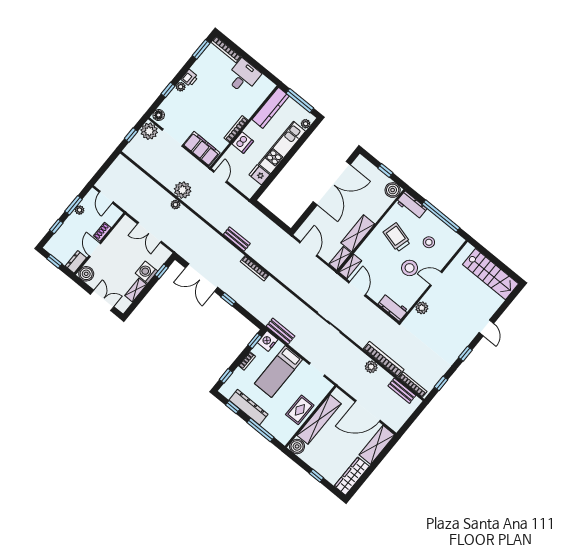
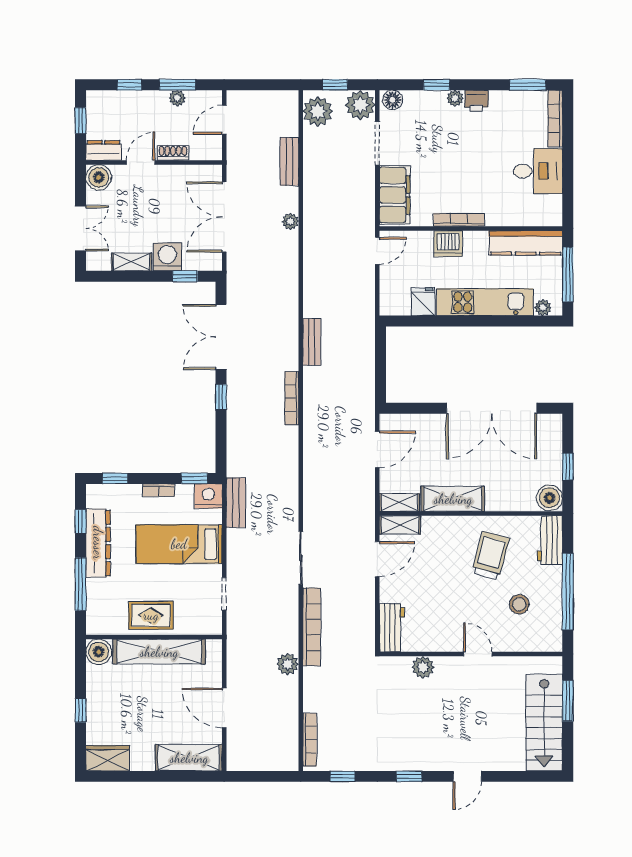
plant: (183, 190) -> (318, 111), moved
double door: (149, 232) -> (224, 217), width x1.37
window: (489, 256) -> (568, 701), added
stool: (410, 268) -> (463, 607), removed
bookcase: (384, 359) -> (312, 627), moved
bench: (402, 391) -> (289, 161), moved
door: (368, 411) -> (224, 708), width x0.73
wardrobe: (352, 476) -> (108, 758), width x0.67

